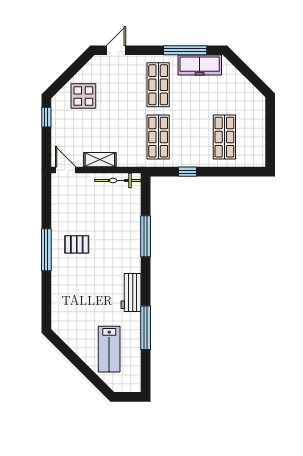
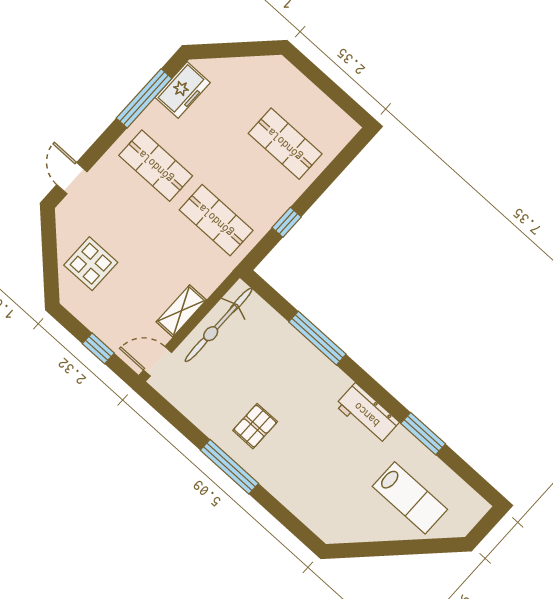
freezer: (200, 65) -> (183, 90), width x0.71
window: (46, 117) -> (98, 348), moved
bicycle: (118, 180) -> (219, 325), width x1.37, depth x1.40
window: (146, 328) -> (423, 434), width x0.69

